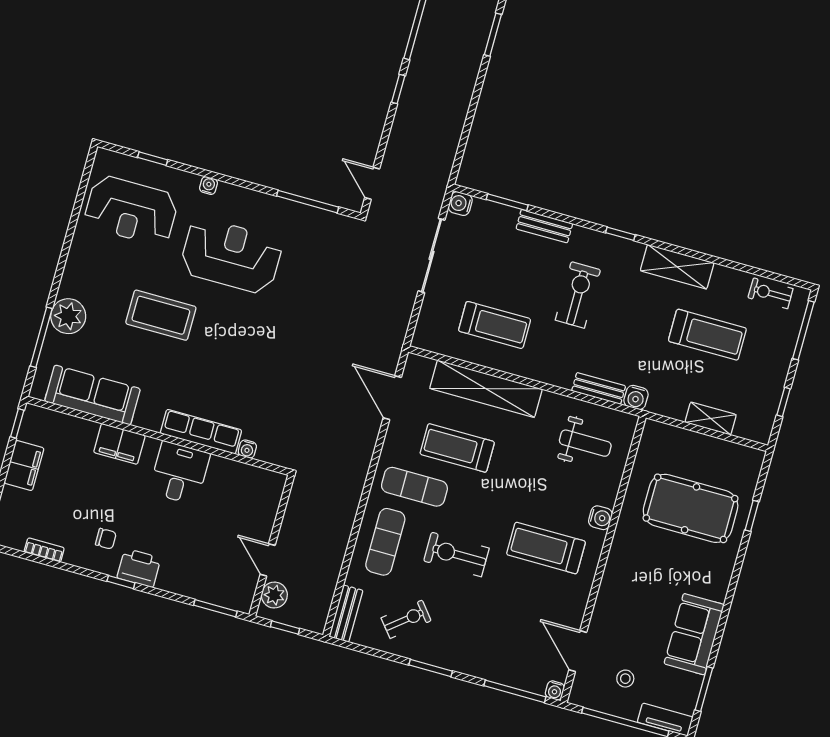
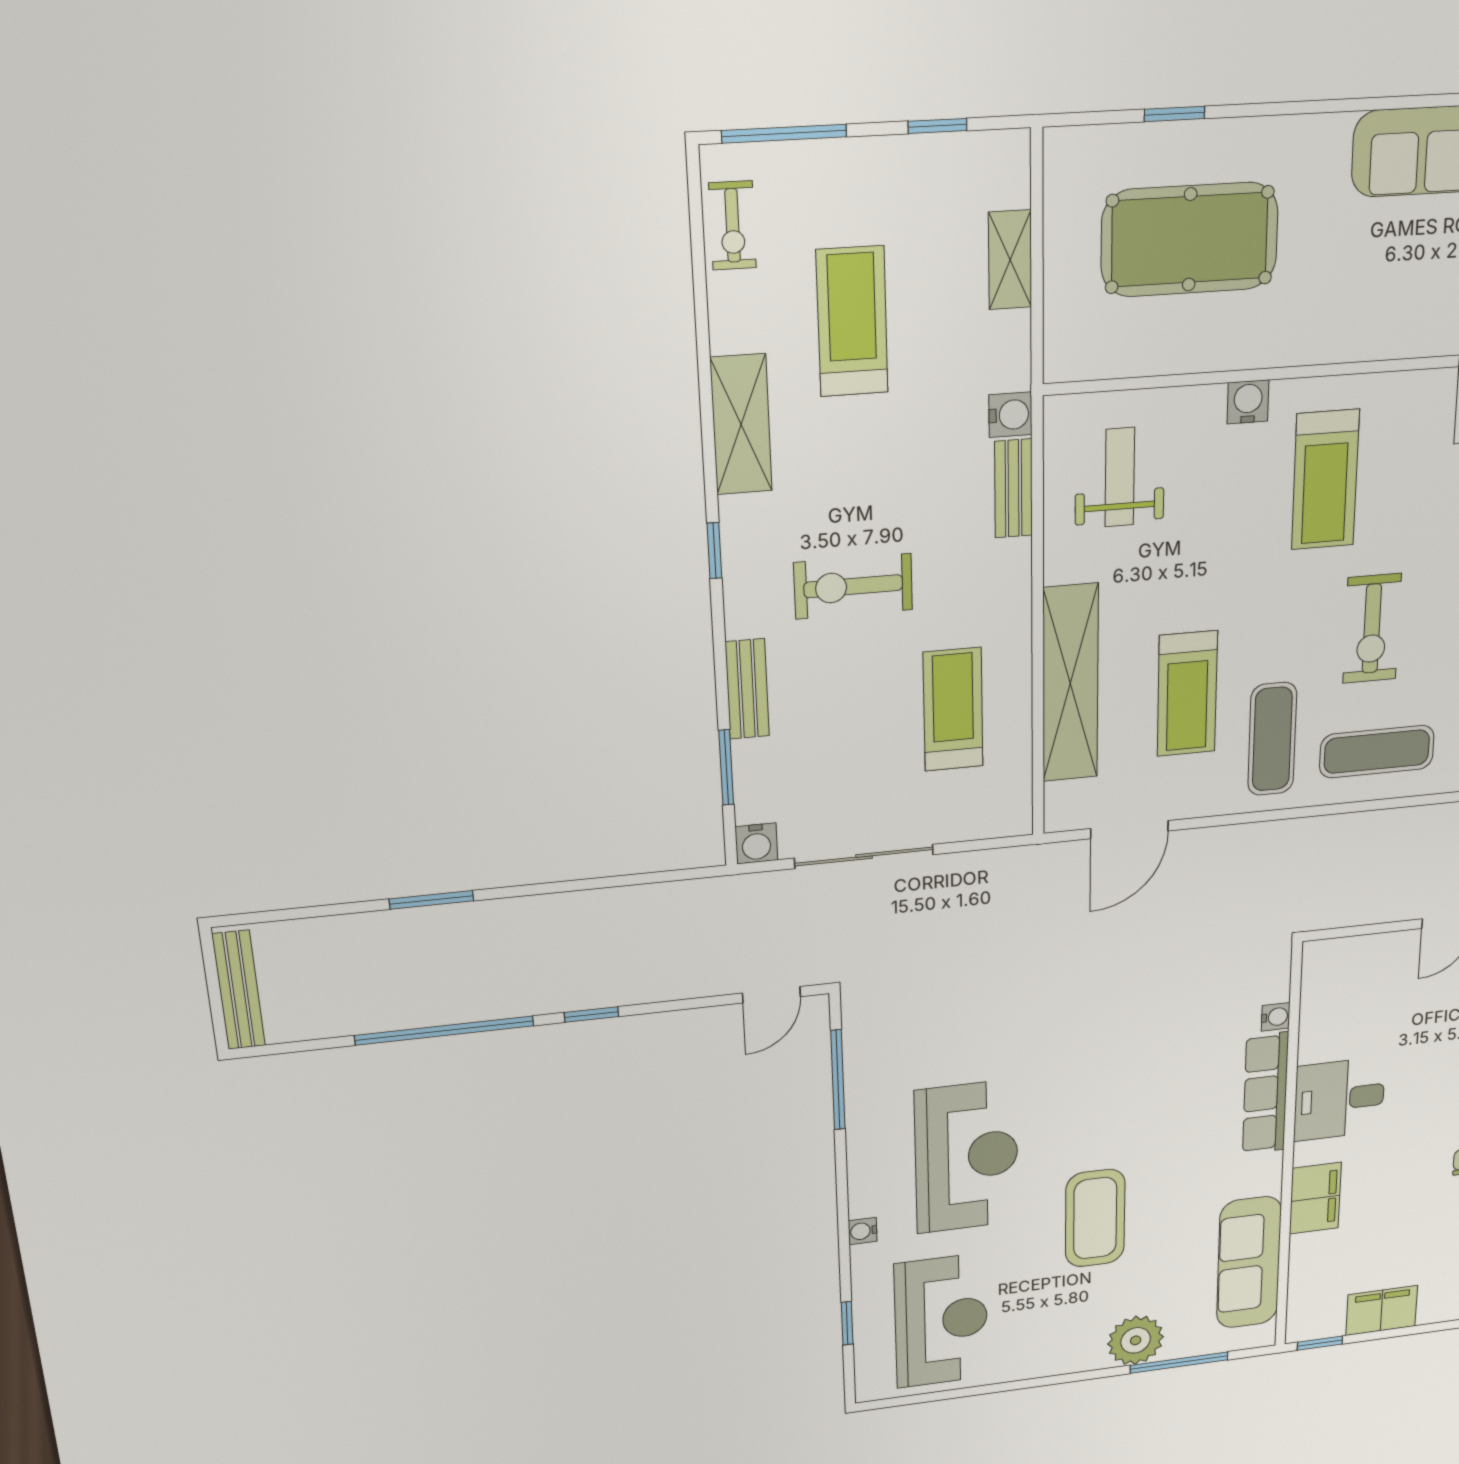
reception desk: (231, 256) -> (967, 1157), turned 180
pool table: (691, 508) -> (1190, 240), turned 90

